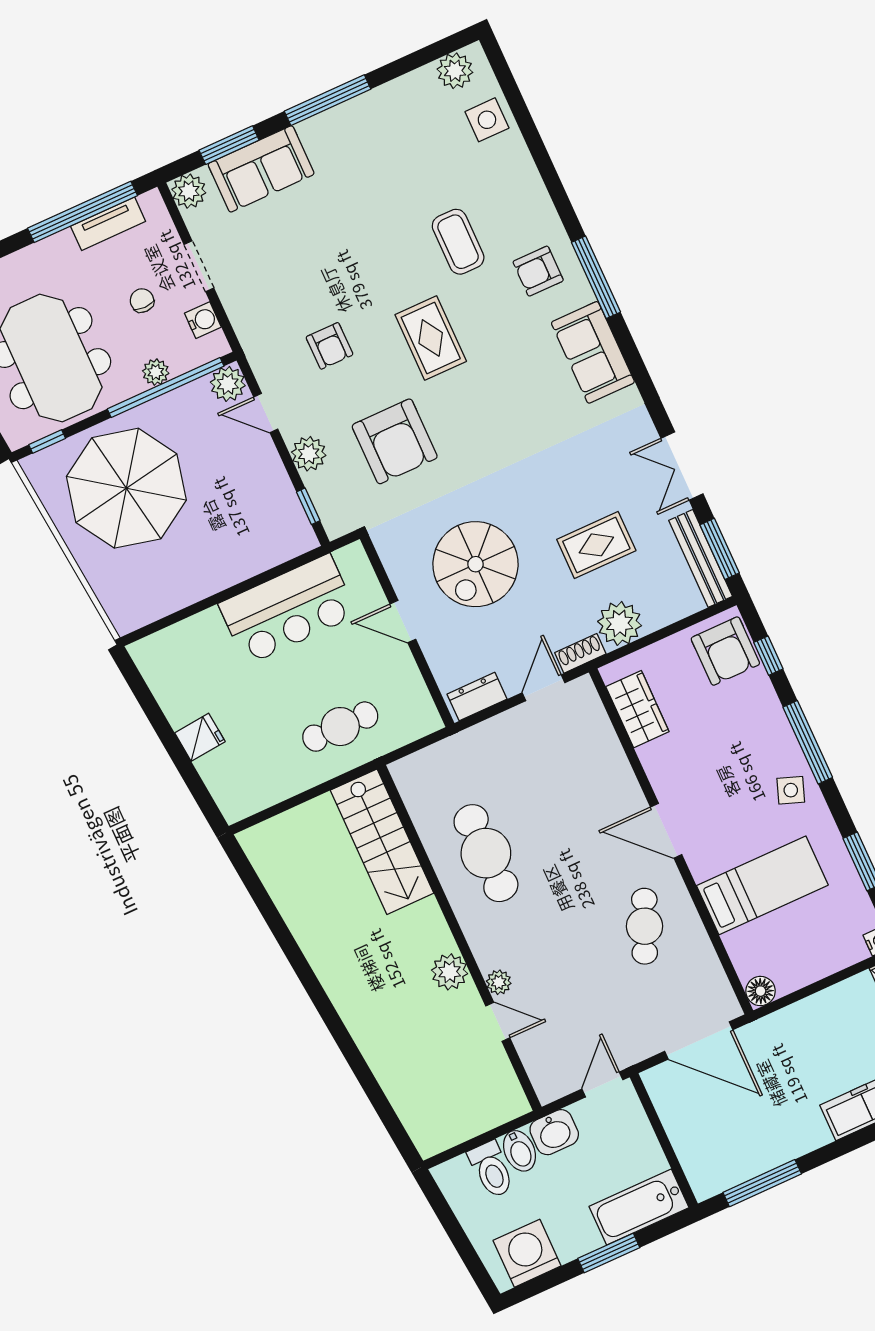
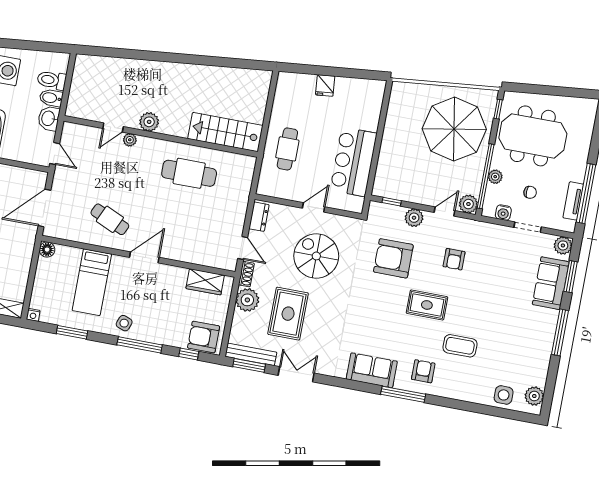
armchair: (329, 346) -> (454, 259), turned -90
rug: (596, 545) -> (288, 314), width x1.36, depth x1.43

